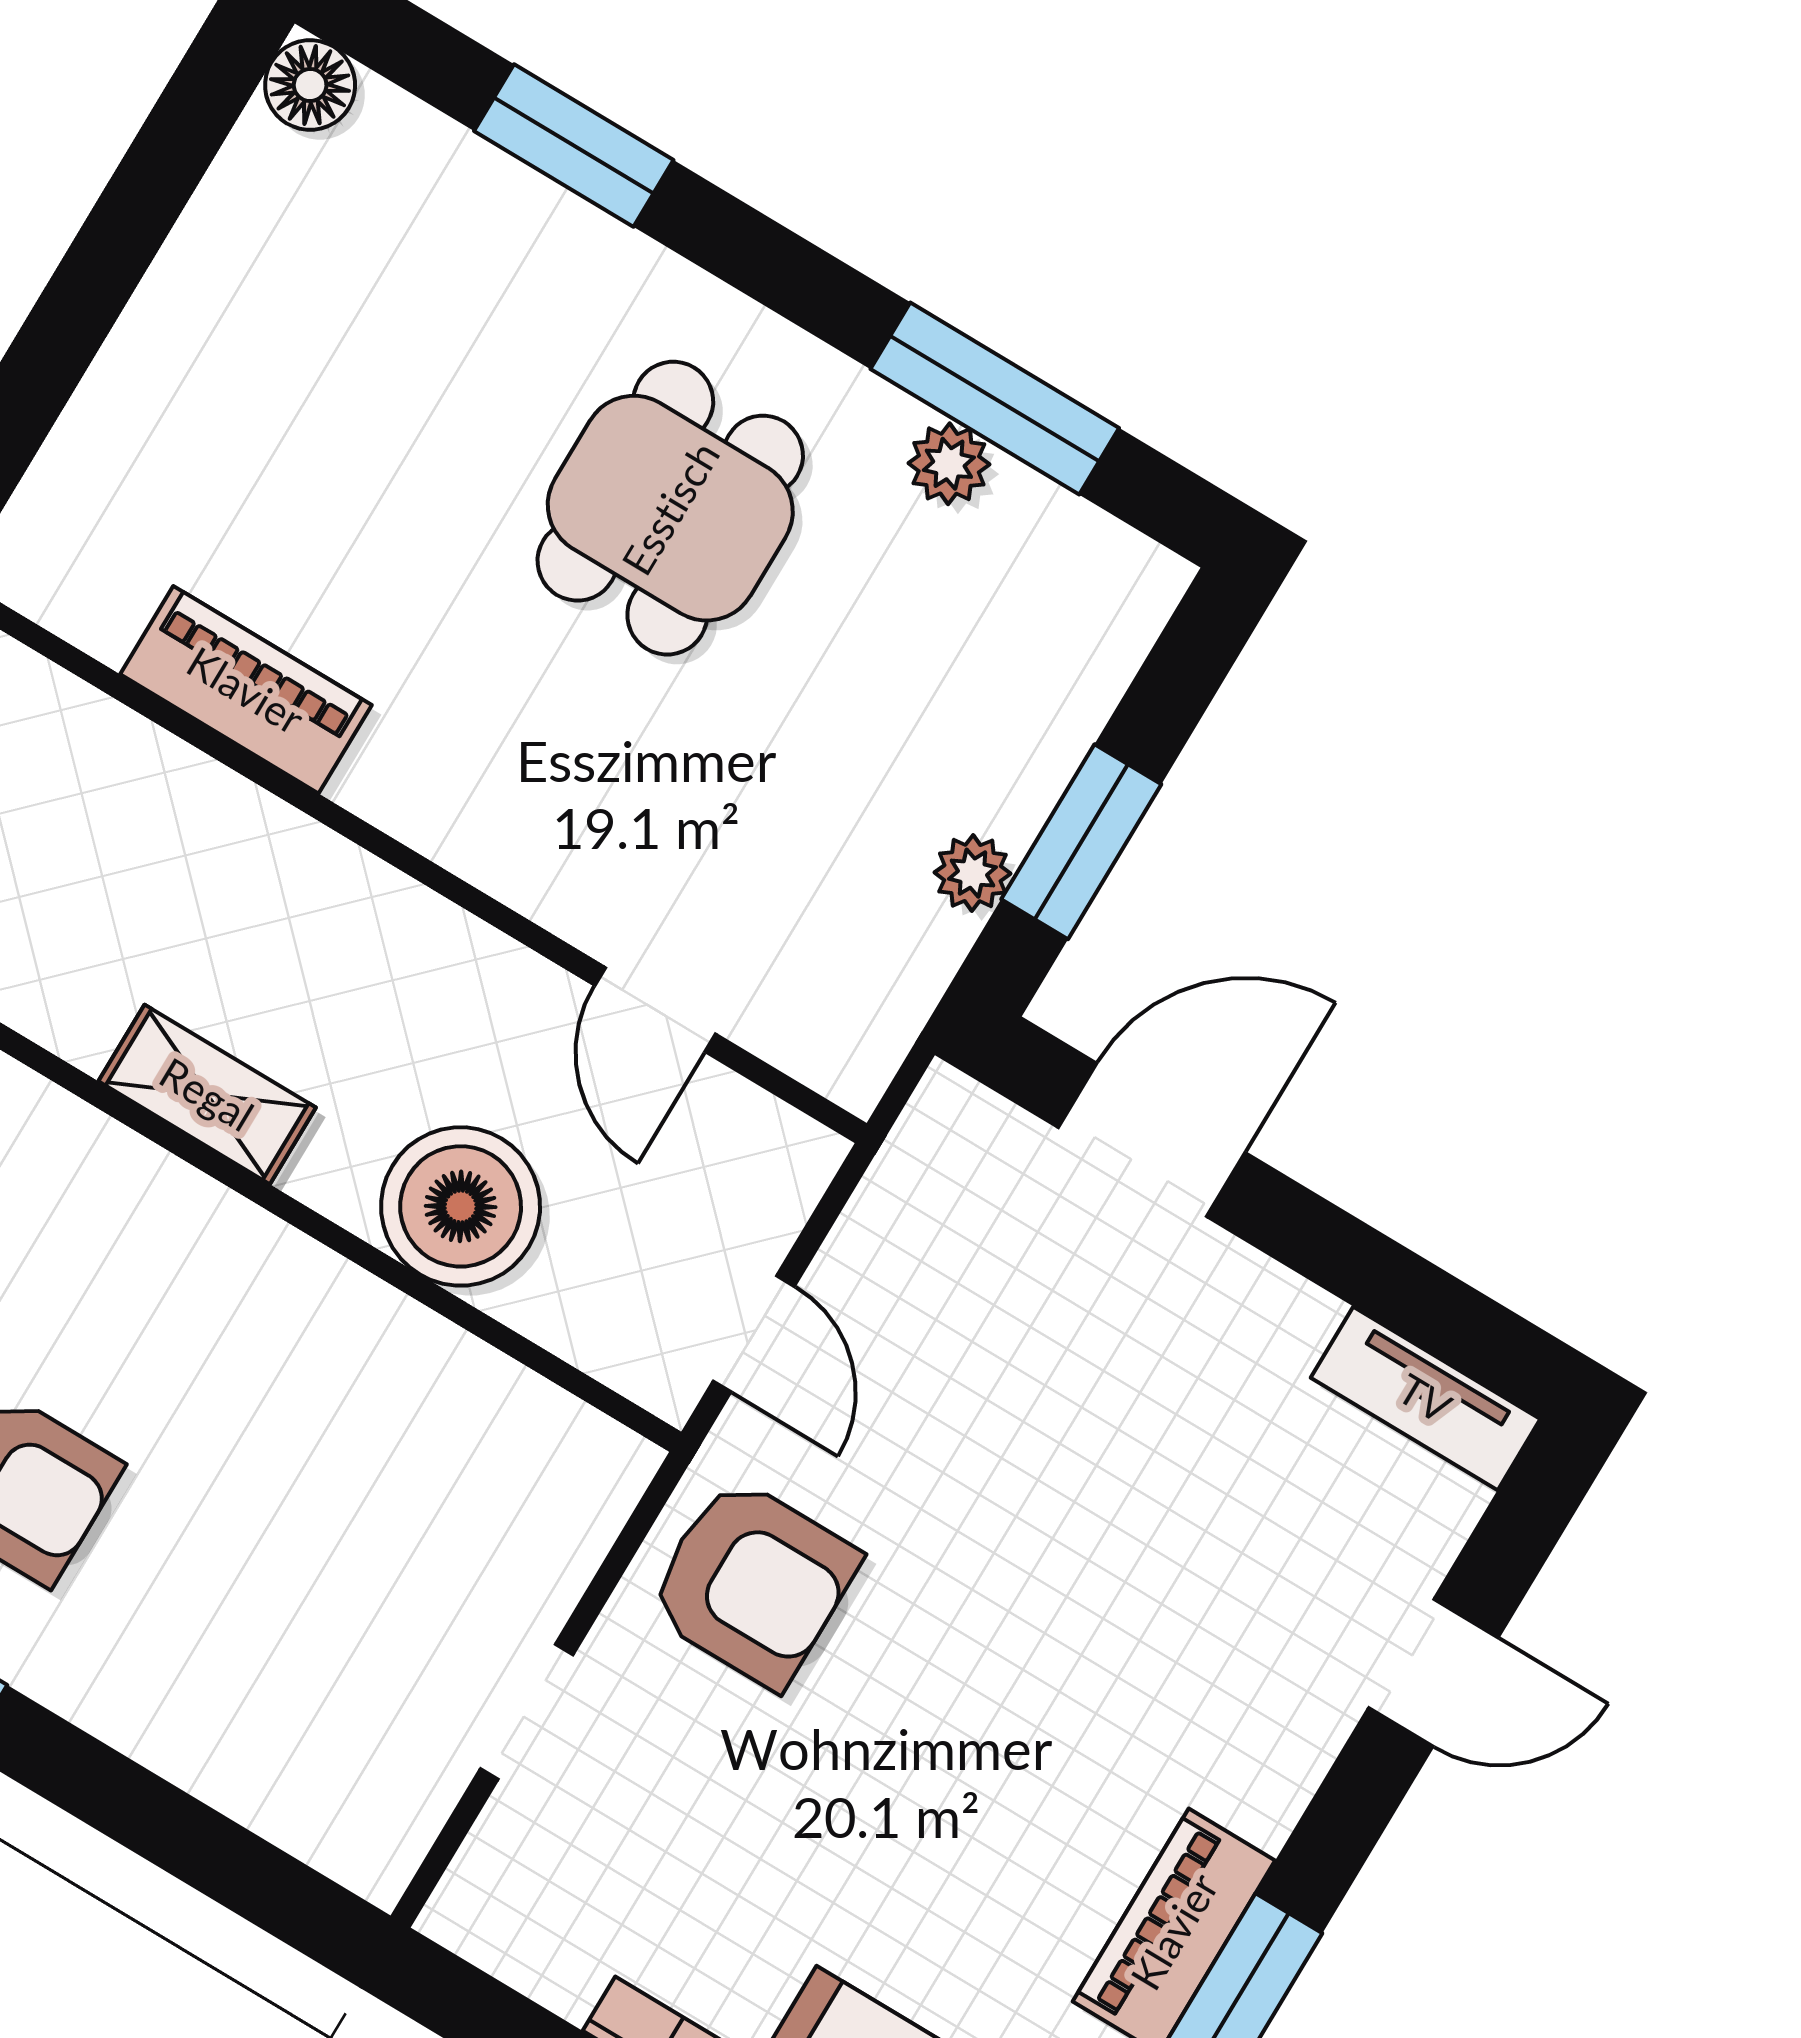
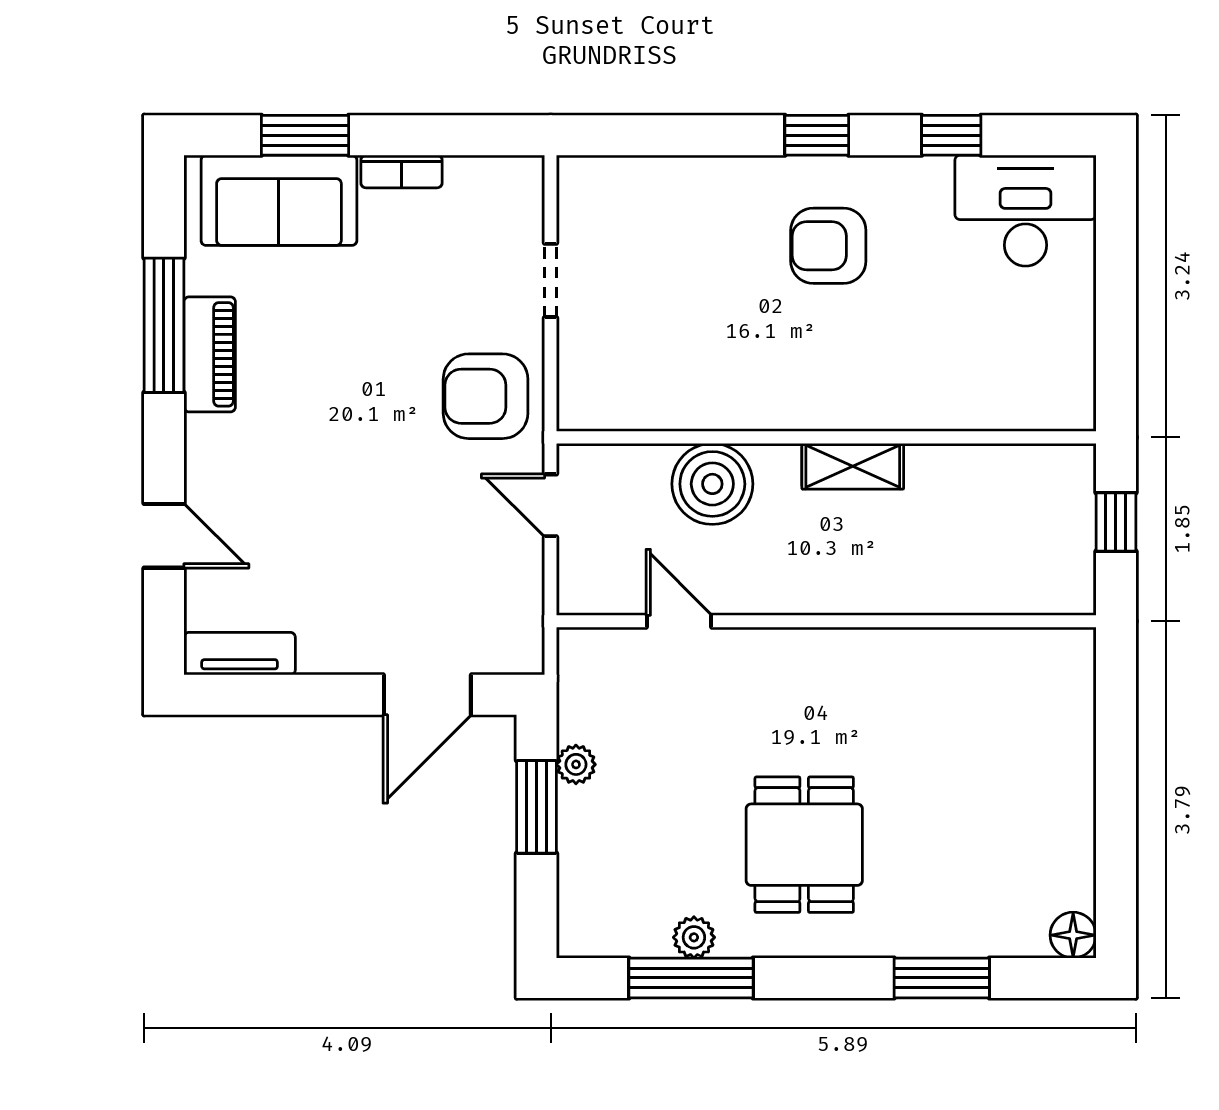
piano: (246, 690) -> (942, 654), removed
door: (1433, 1673) -> (164, 536), swing flipped

